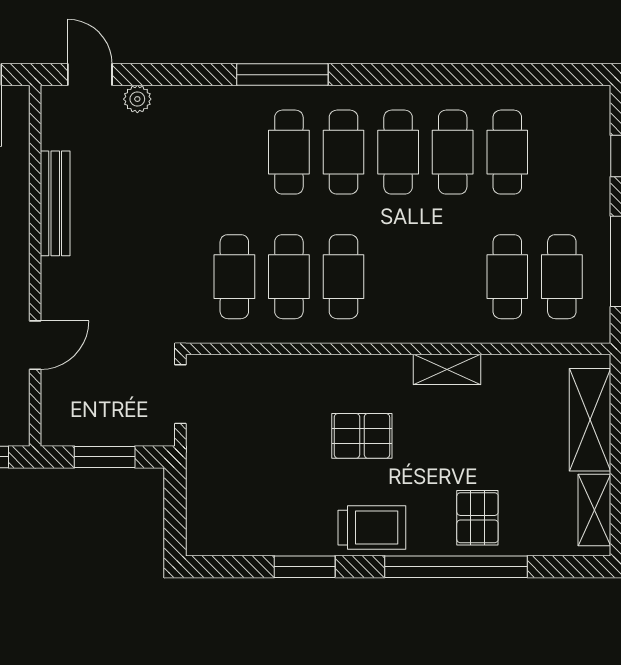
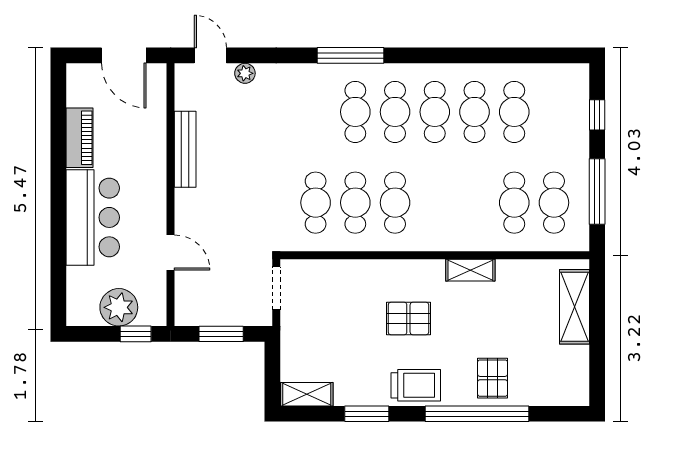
door: (35, 345) -> (171, 252), hinge flipped
shelving: (594, 510) -> (307, 394), moved, turned 90

